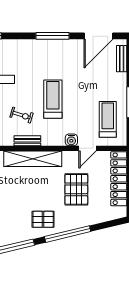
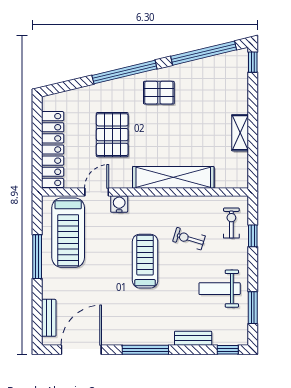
treadmill: (53, 99) -> (145, 261), turned 180
treadmill: (108, 119) -> (68, 233), width x1.37, depth x1.38
bench: (27, 141) -> (193, 338), moved

